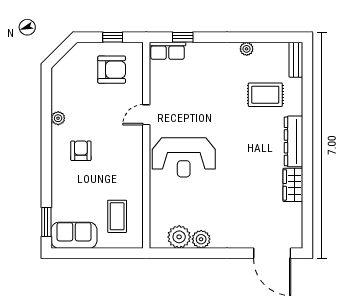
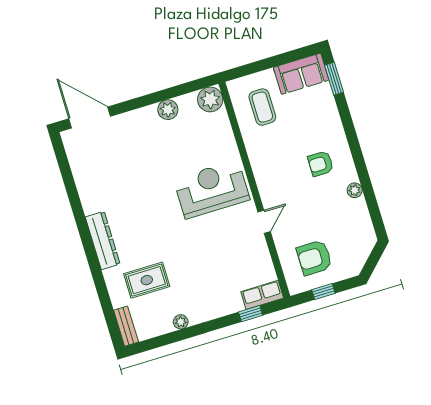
armchair: (81, 151) -> (321, 164), turned 90
wardrobe: (293, 185) -> (90, 195), removed
plant: (179, 237) -> (210, 99), moved

